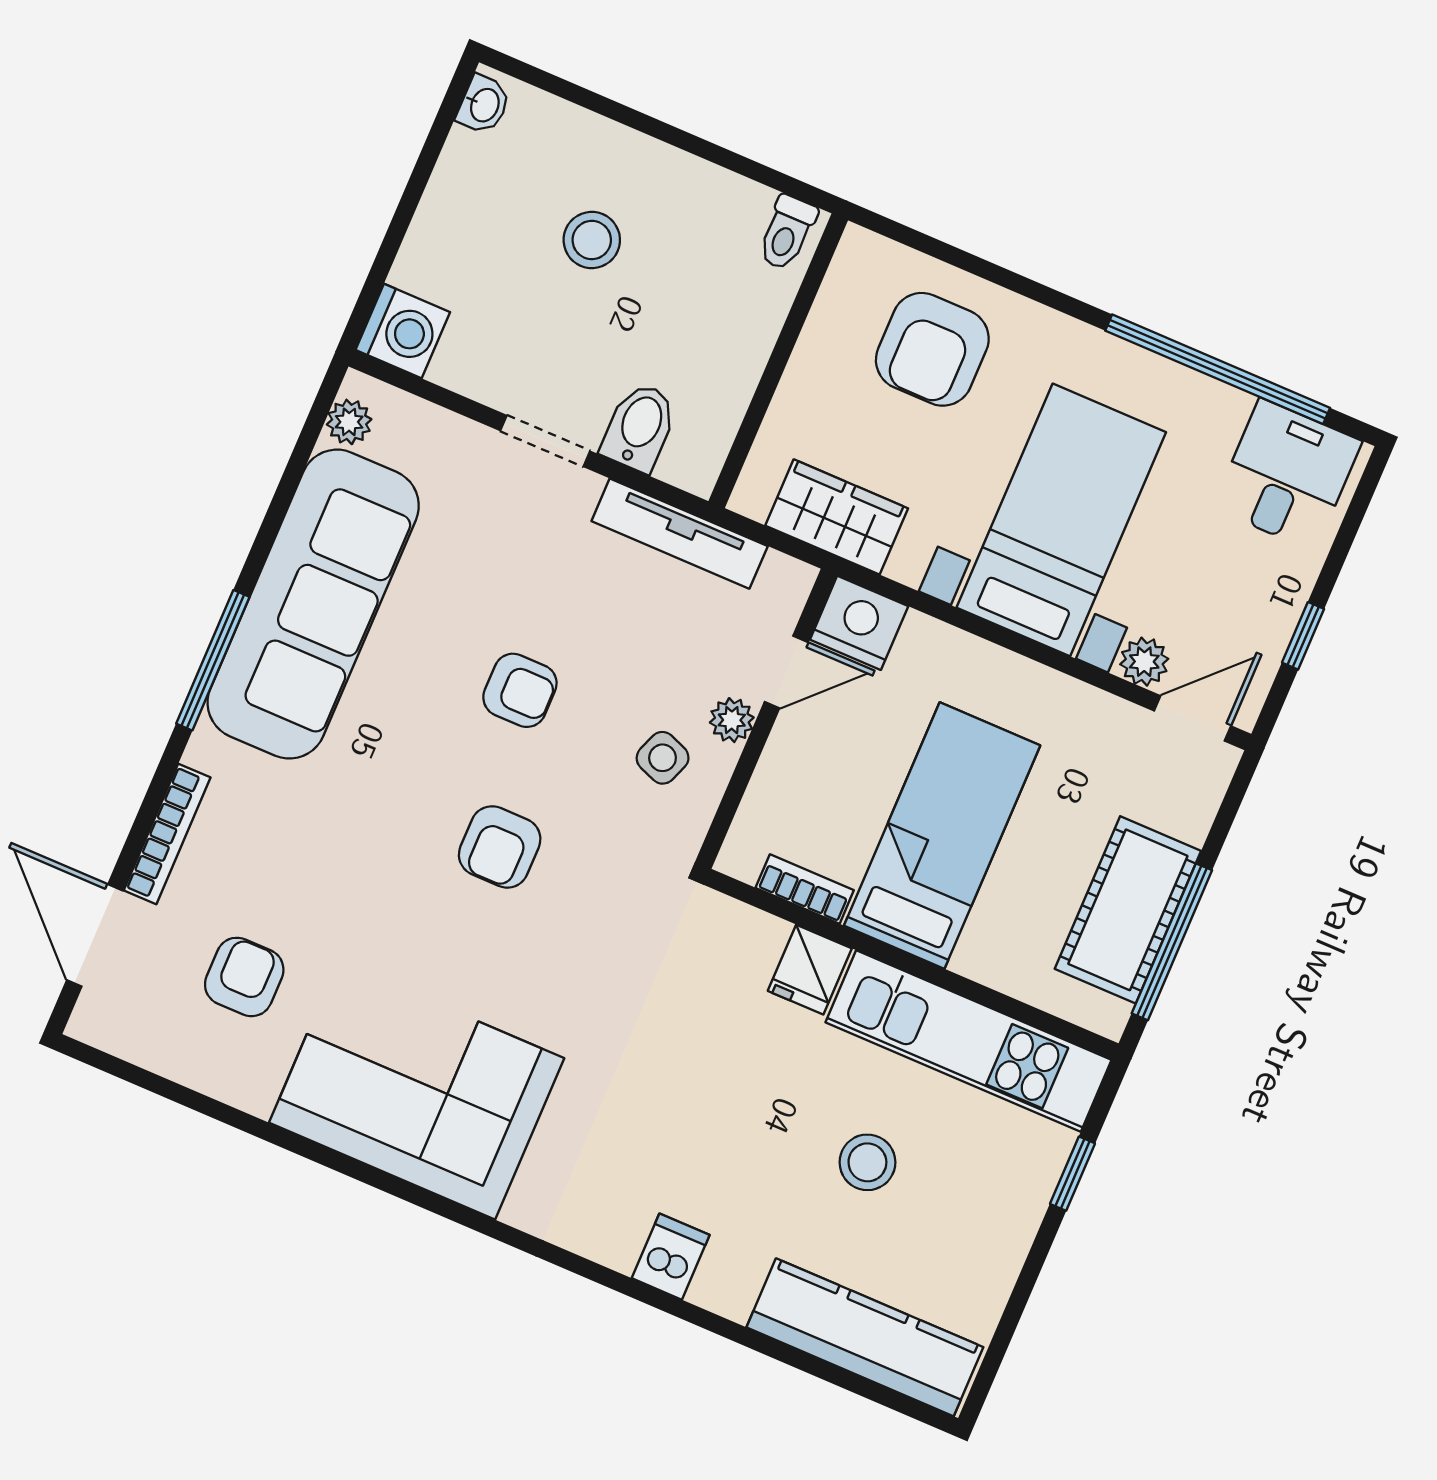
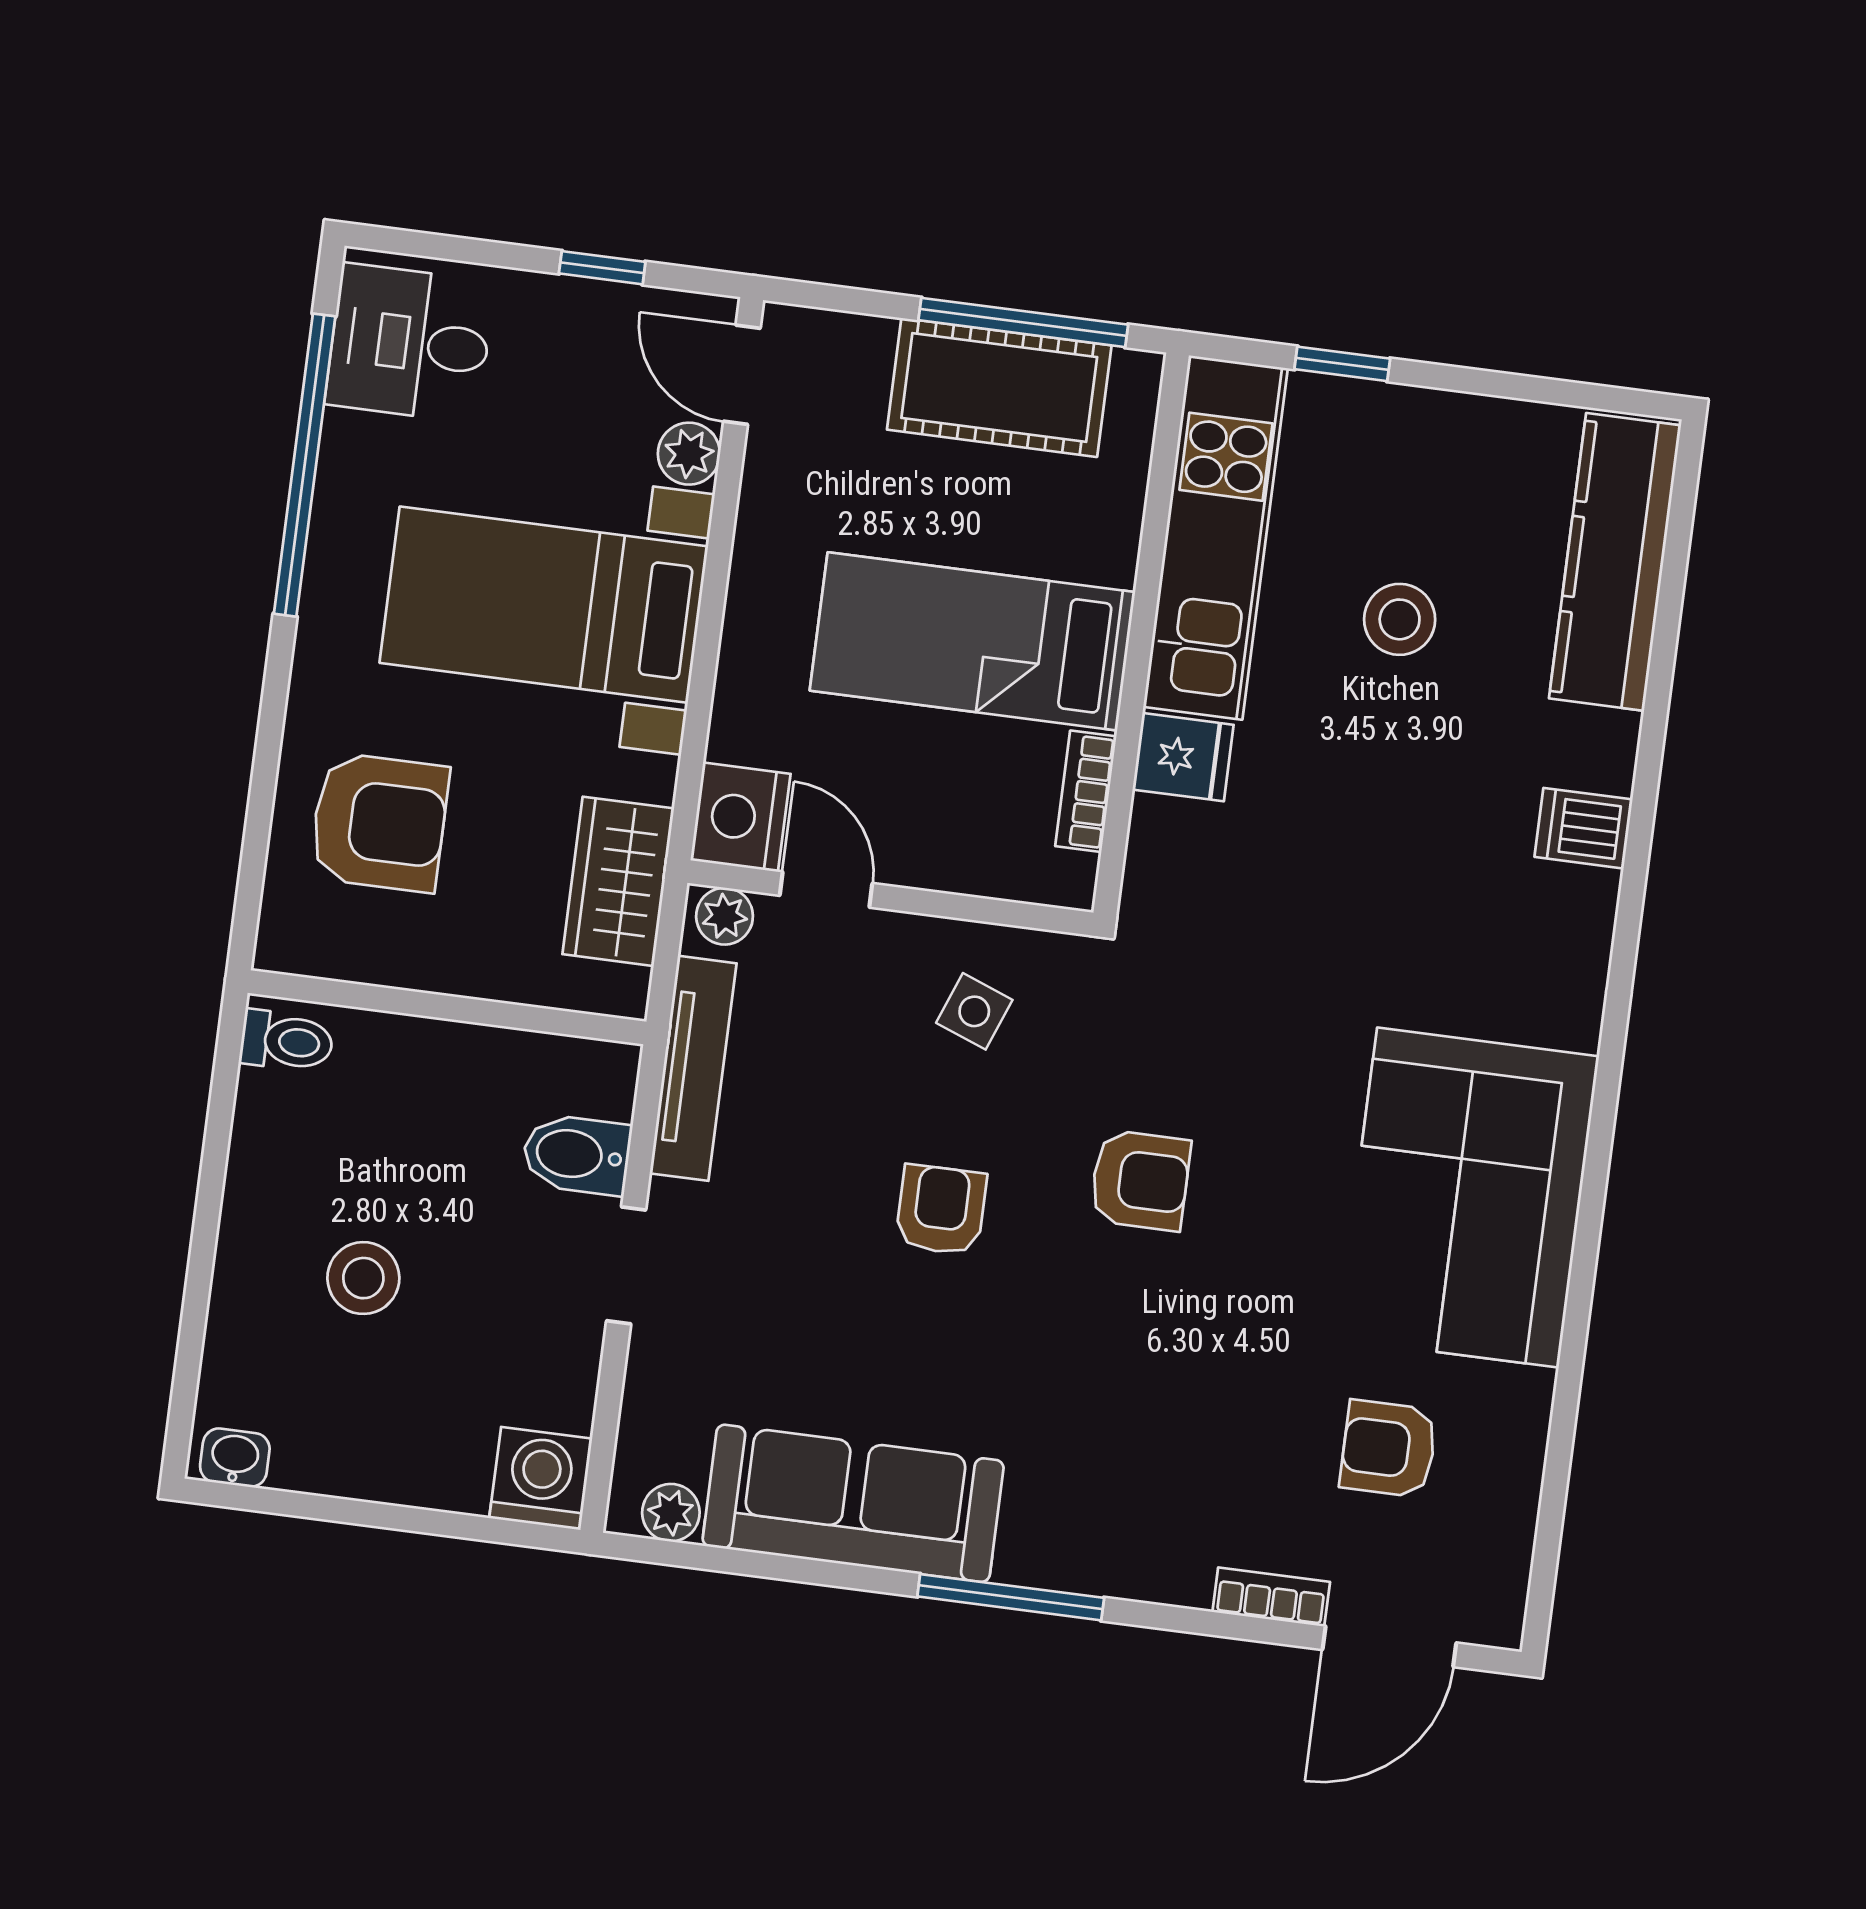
sofa: (313, 604) -> (853, 1503), width x0.74, depth x0.79
plant: (732, 720) -> (725, 916), moved
bookcase: (167, 834) -> (1271, 1597), width x0.64

